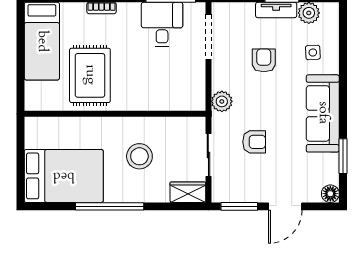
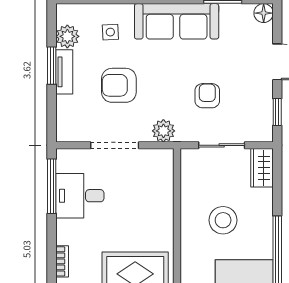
doorway: (208, 37) -> (115, 145), moved
armchair: (264, 60) -> (119, 85), width x1.38, depth x1.38
window: (239, 206) -> (277, 112), width x0.67

